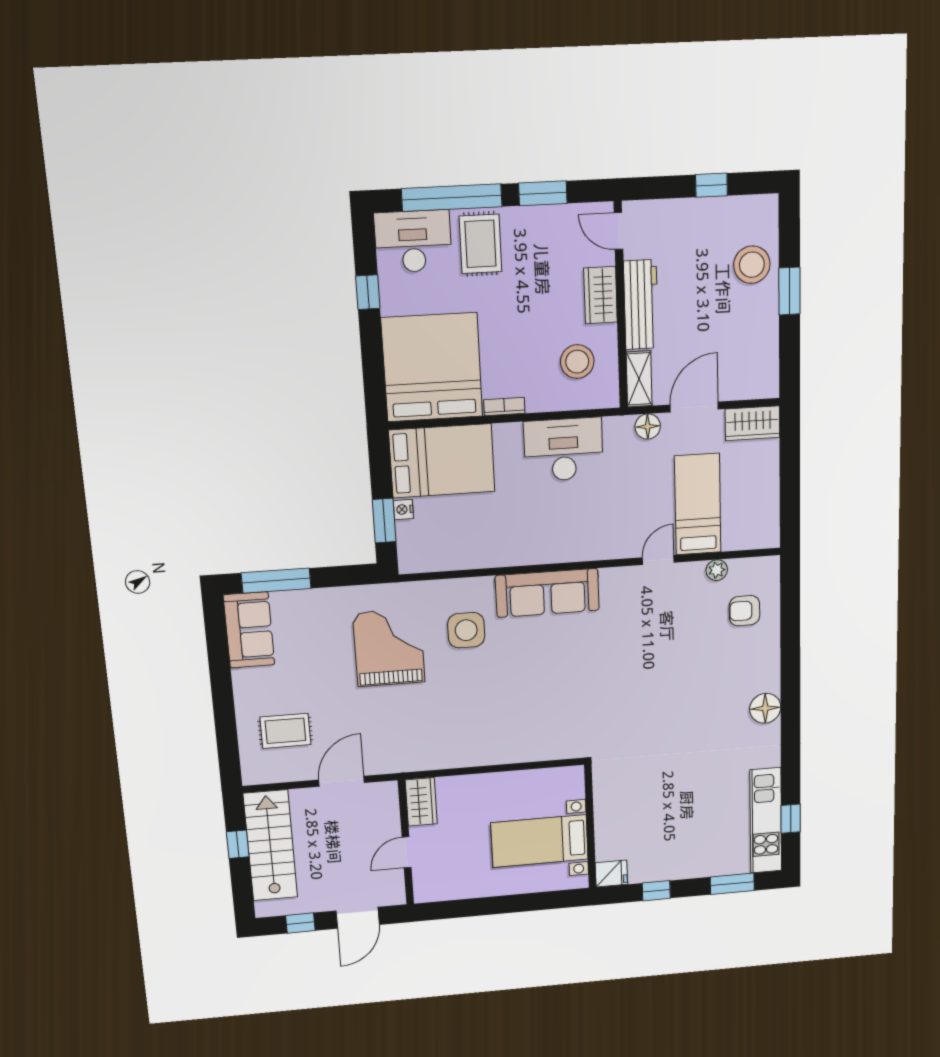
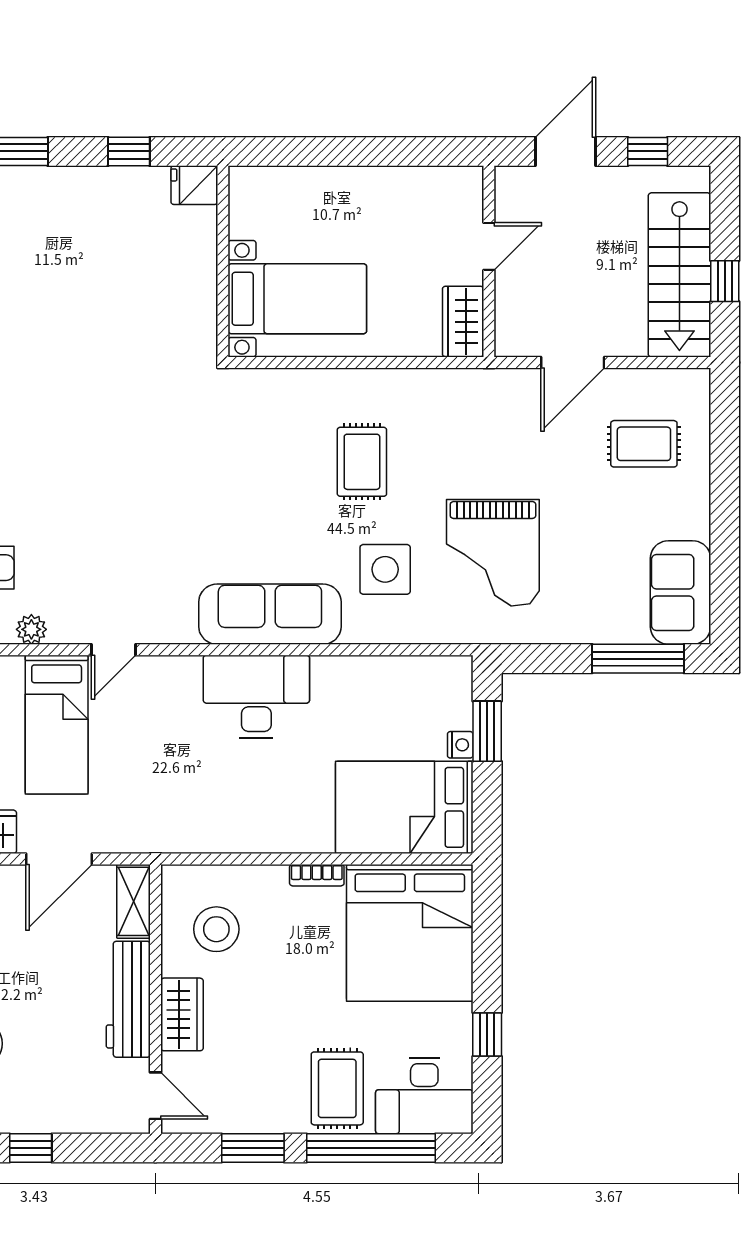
floor lamp: (648, 426) -> (124, 836), removed
desk: (564, 450) -> (256, 697), moved, turned 180
rug: (487, 703) -> (362, 462), added
bed with nightstands: (539, 841) -> (297, 299), moved

